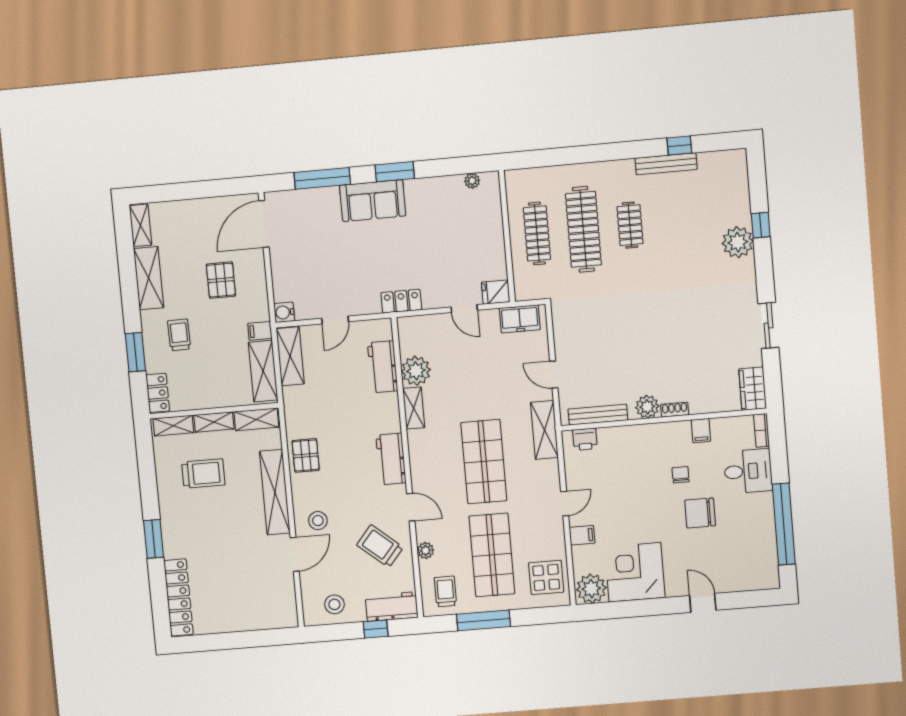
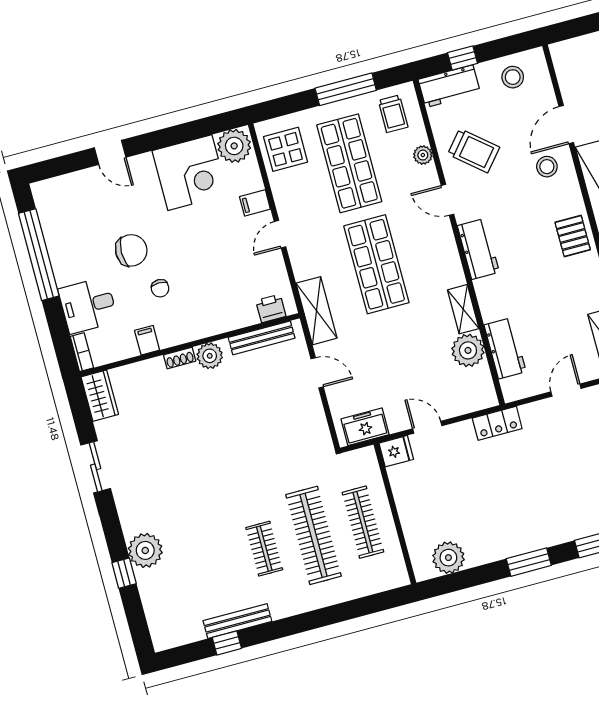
plant: (472, 181) -> (448, 558), width x1.87, depth x1.87
sofa: (373, 201) -> (547, 527), removed

